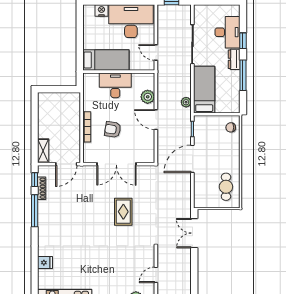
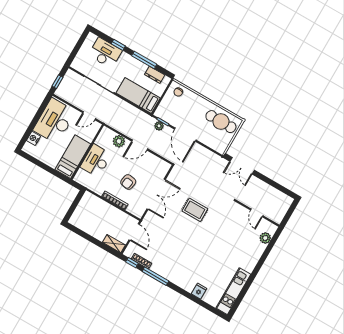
dresser: (234, 59) -> (155, 75), moved
plant: (186, 102) -> (159, 126), moved
cafe table: (226, 187) -> (221, 122), width x1.37, depth x1.35

